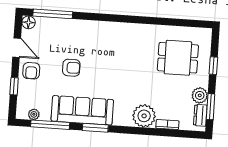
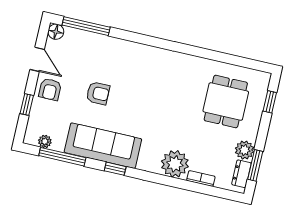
dining table: (178, 58) -> (226, 101), turned 90
window: (213, 66) -> (270, 102), moved
window: (95, 128) -> (115, 169), width x0.67

